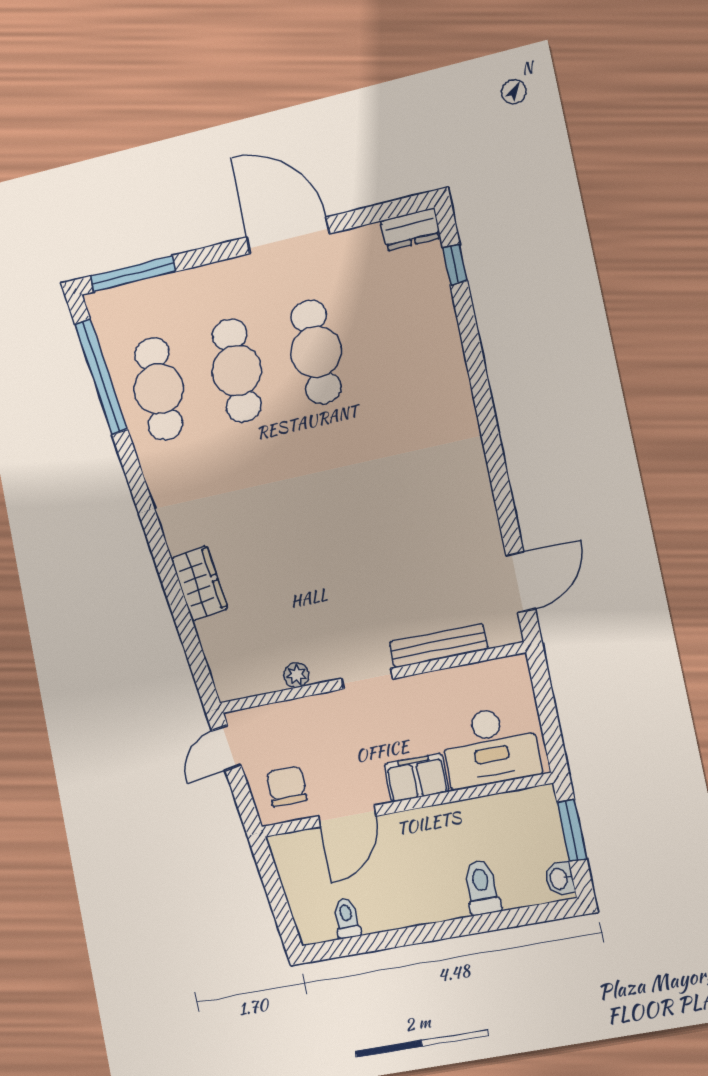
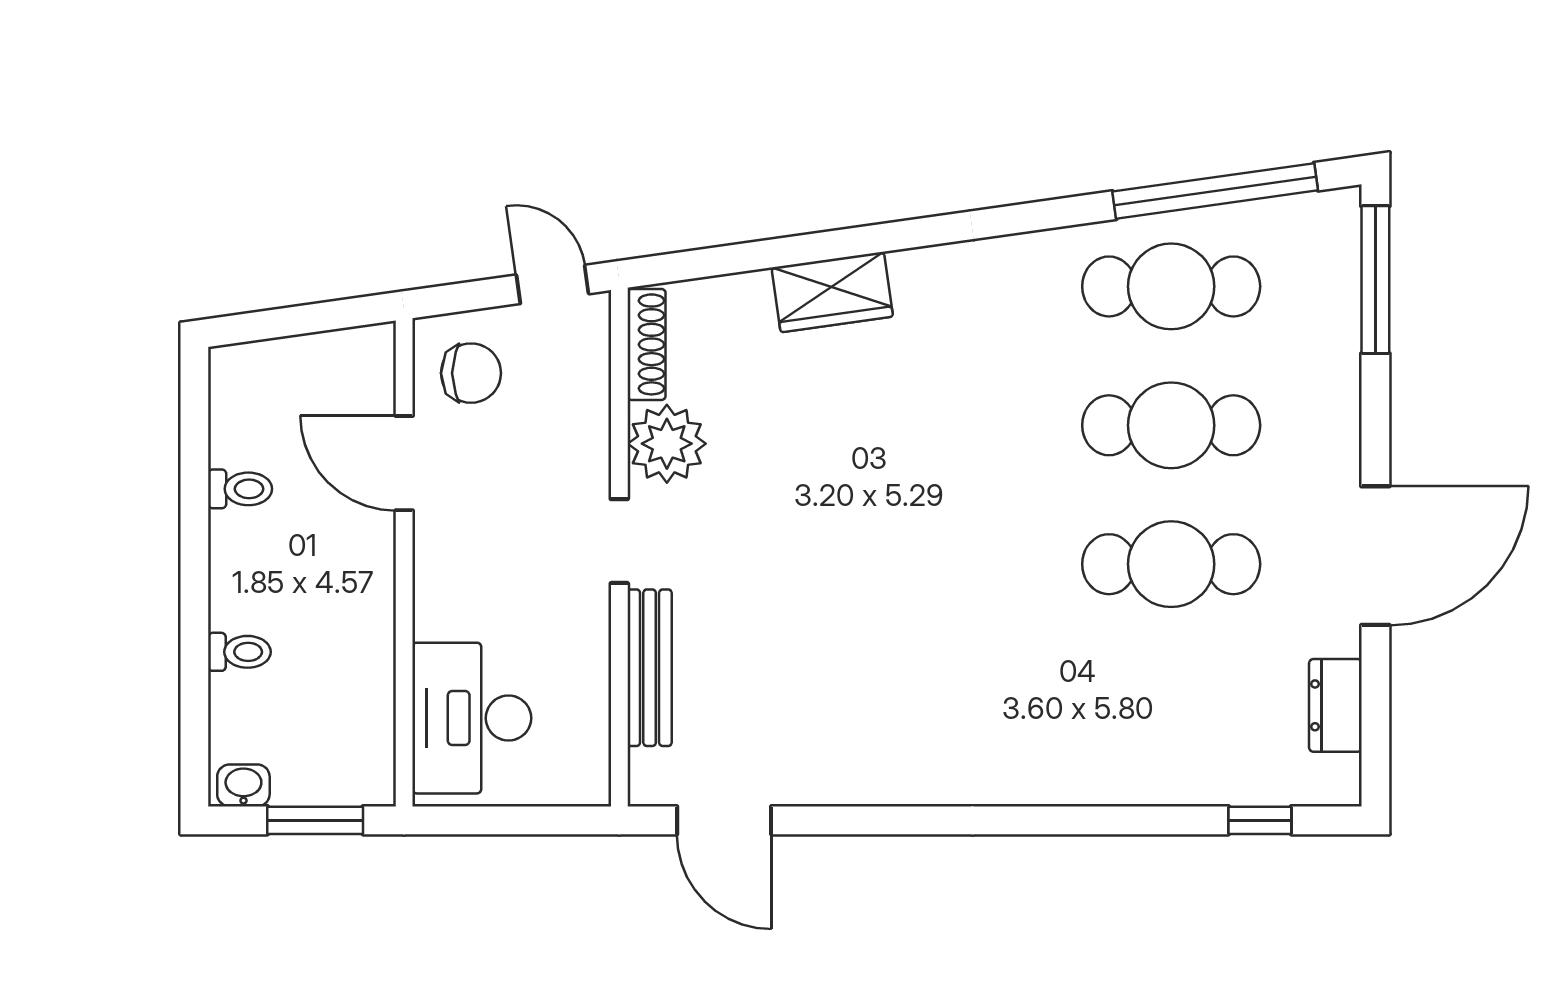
dresser: (411, 229) -> (1335, 705), moved
plant: (296, 675) -> (667, 444), width x1.88, depth x1.88
shoe rack: (250, 686) -> (647, 344), added
filing cabinet: (417, 778) -> (445, 590), removed
toilet: (482, 887) -> (239, 652), width x0.73, depth x0.72
toilet: (347, 918) -> (240, 489), moved

